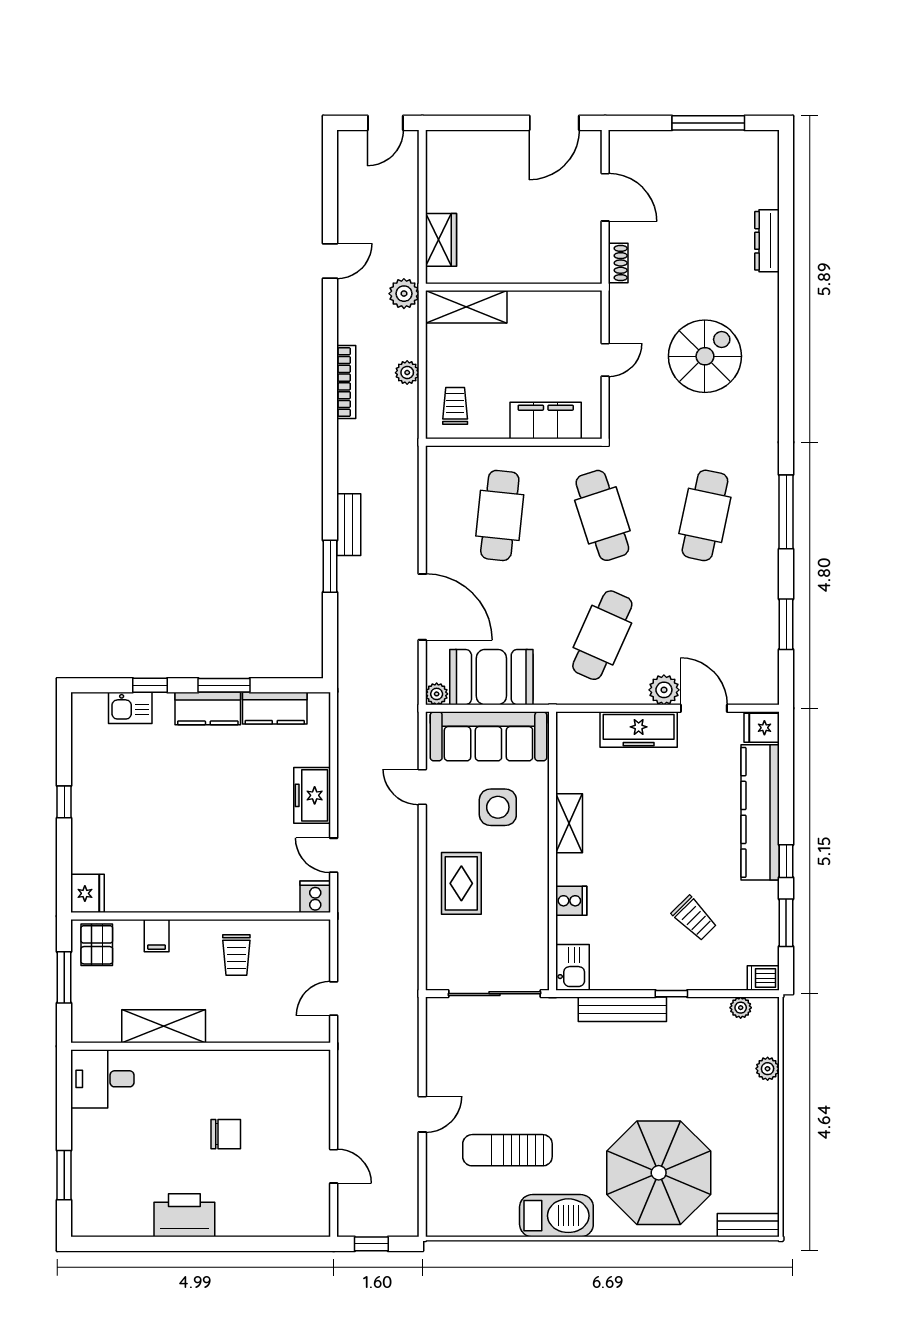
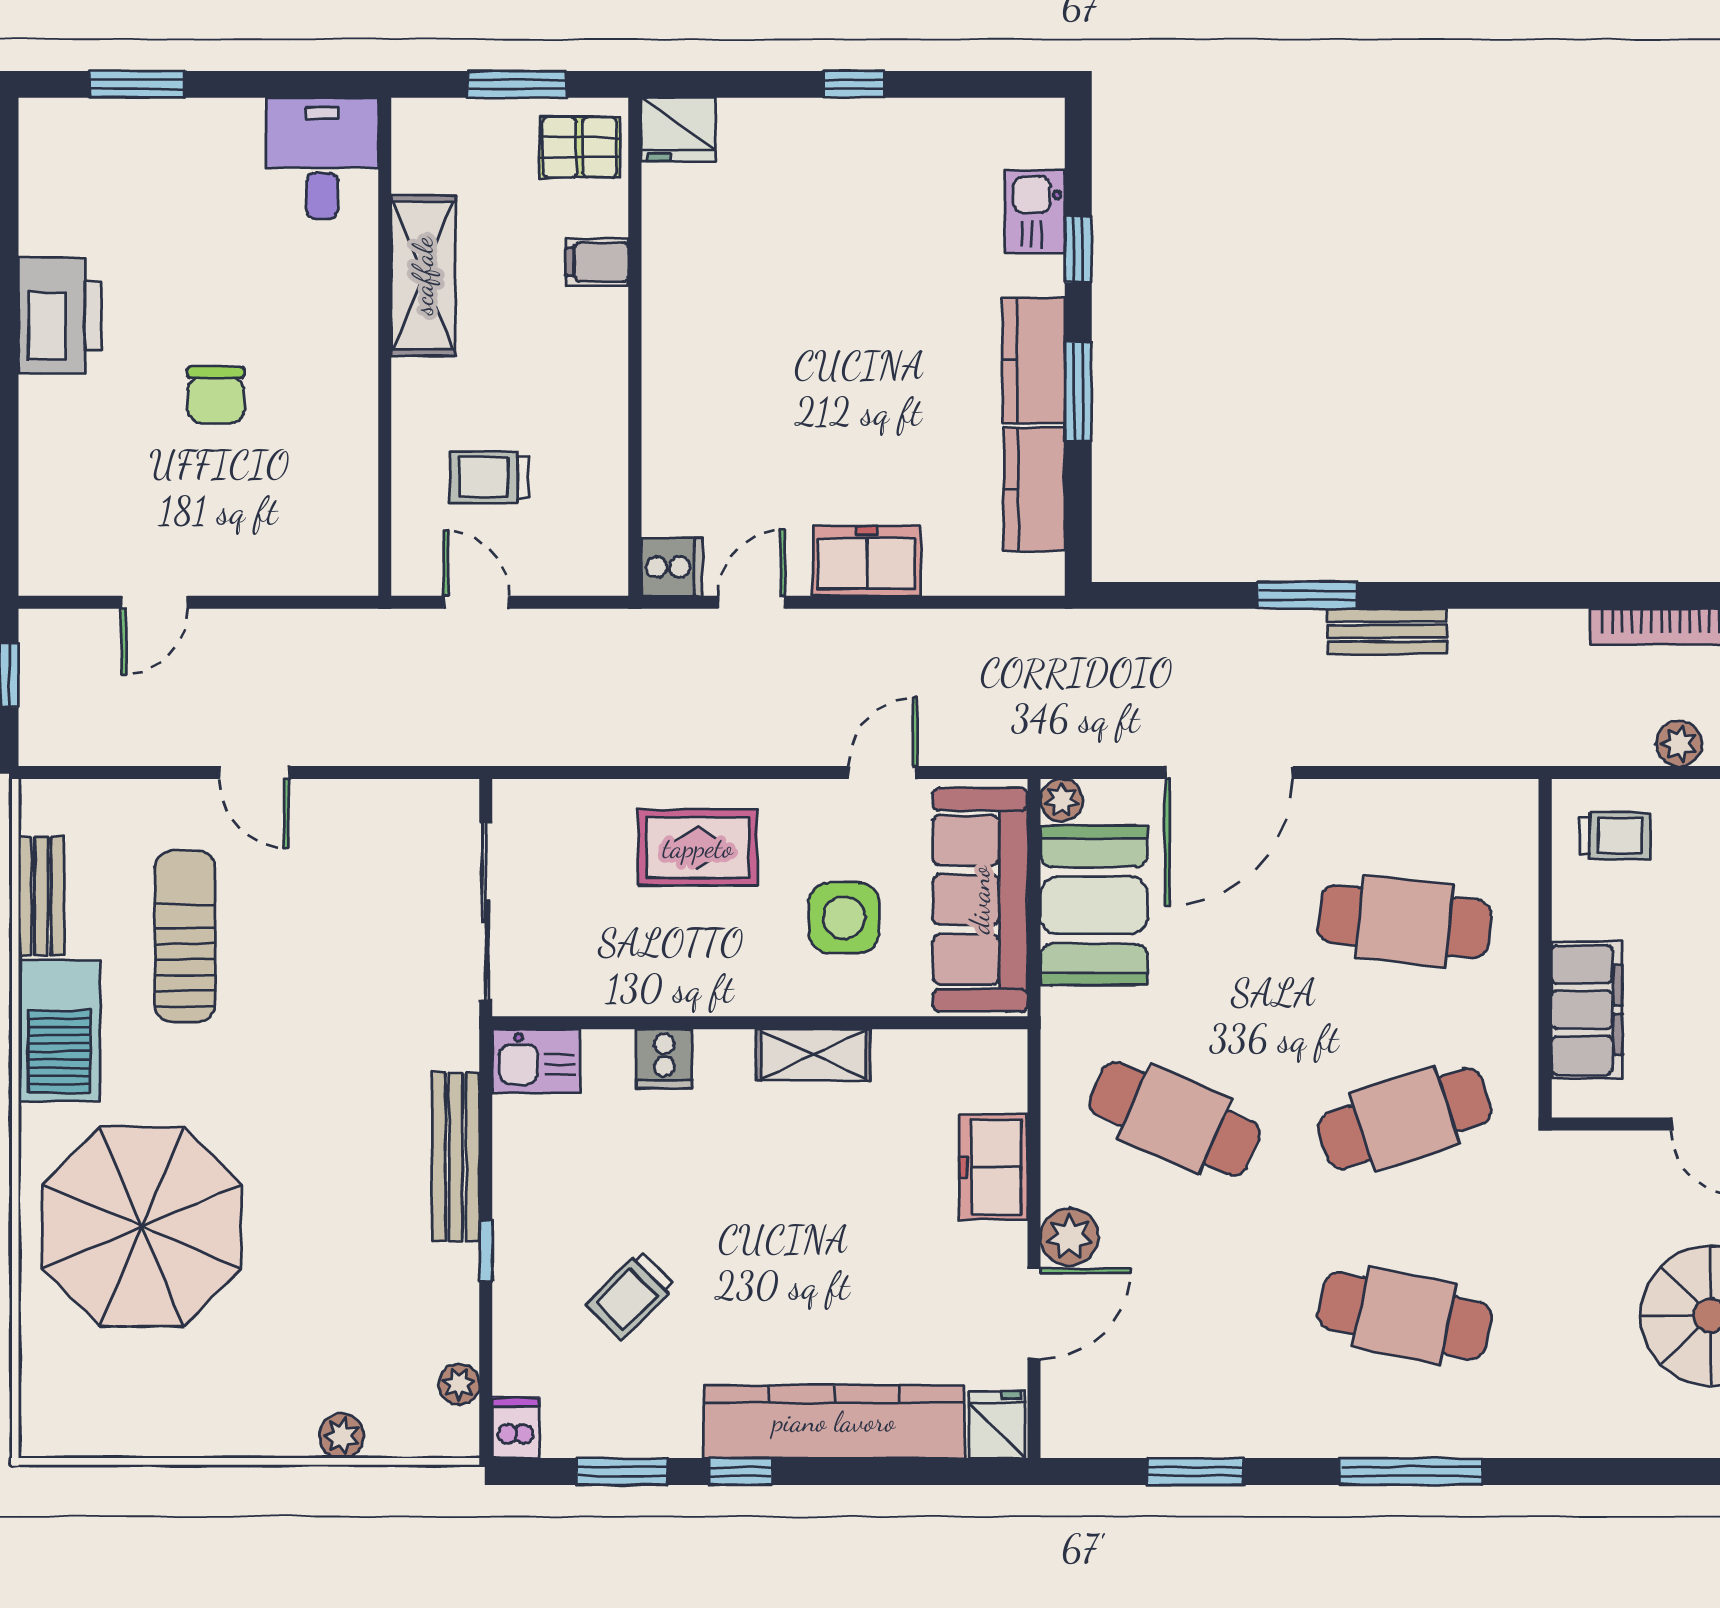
freezer: (639, 729) -> (993, 1167), width x0.71
trolley: (236, 955) -> (489, 477), moved
bench: (748, 1225) -> (41, 896), moved

